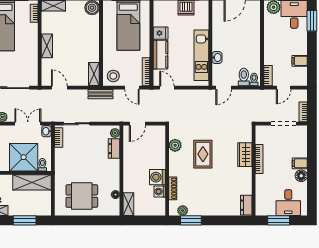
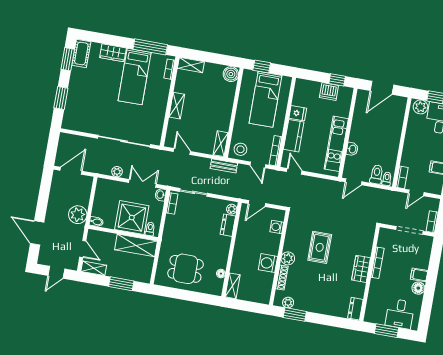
plant: (175, 145) -> (288, 258), moved
wardrobe: (245, 155) -> (361, 269), moved
washing machine: (160, 192) -> (277, 227), moved

